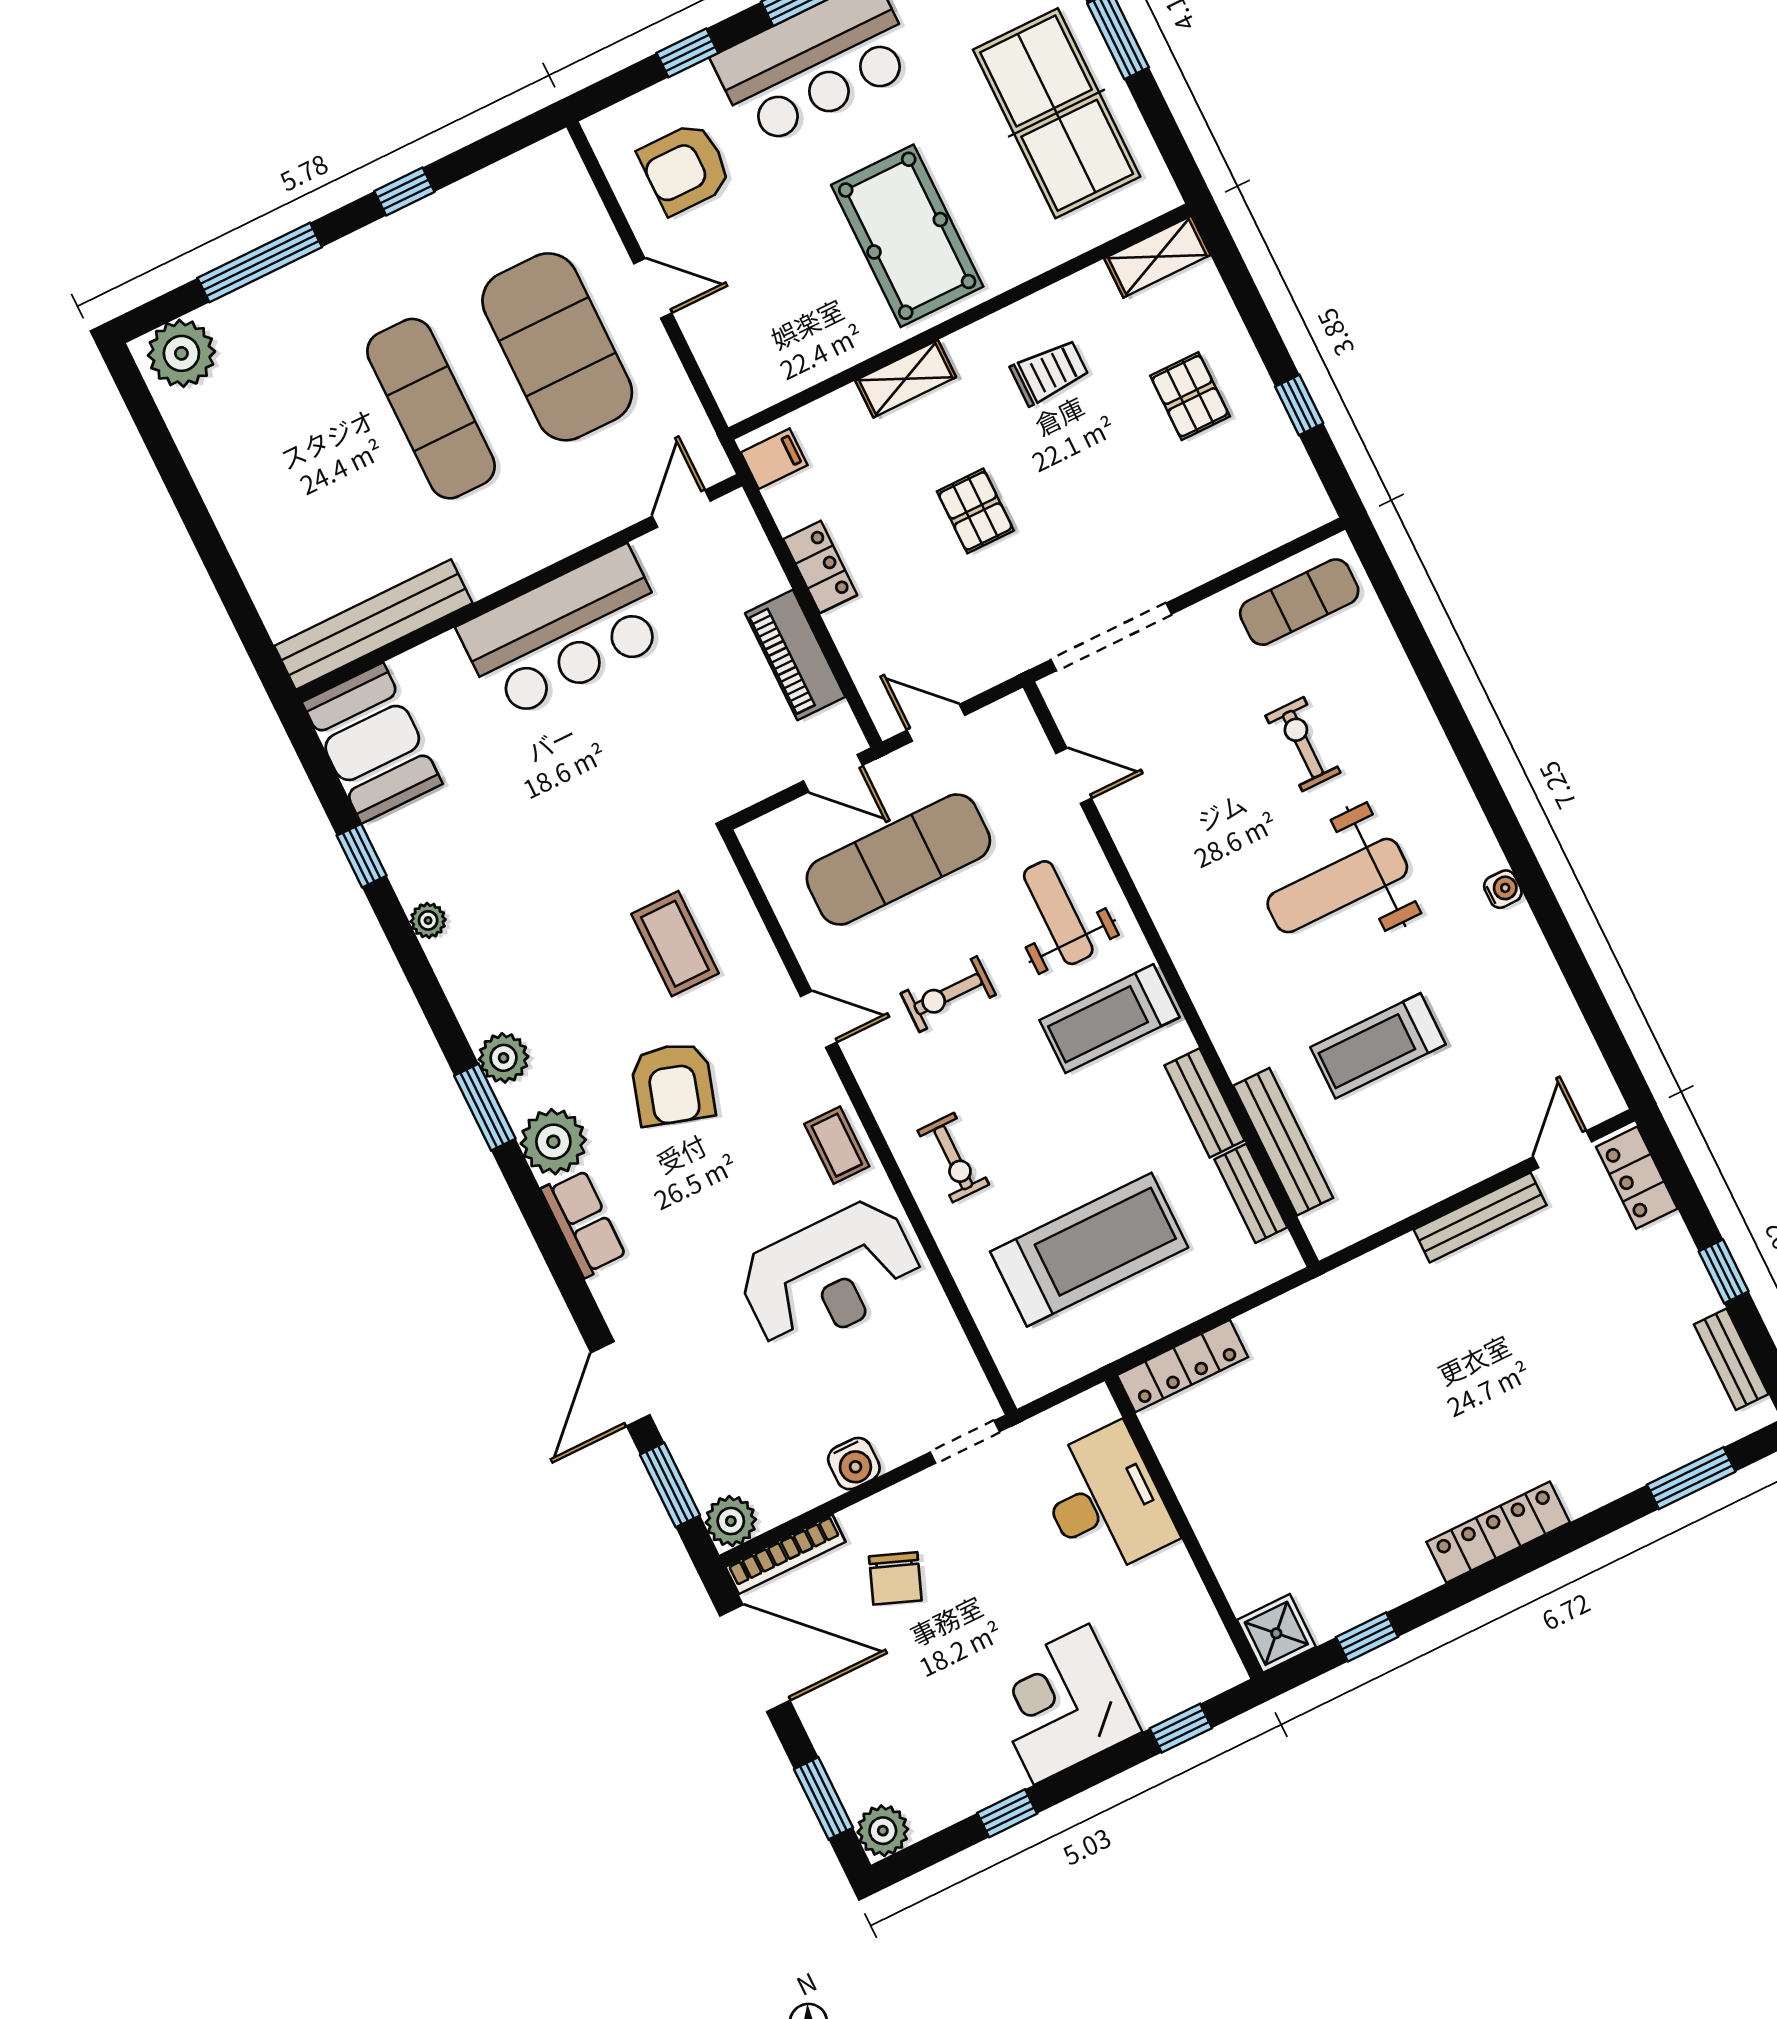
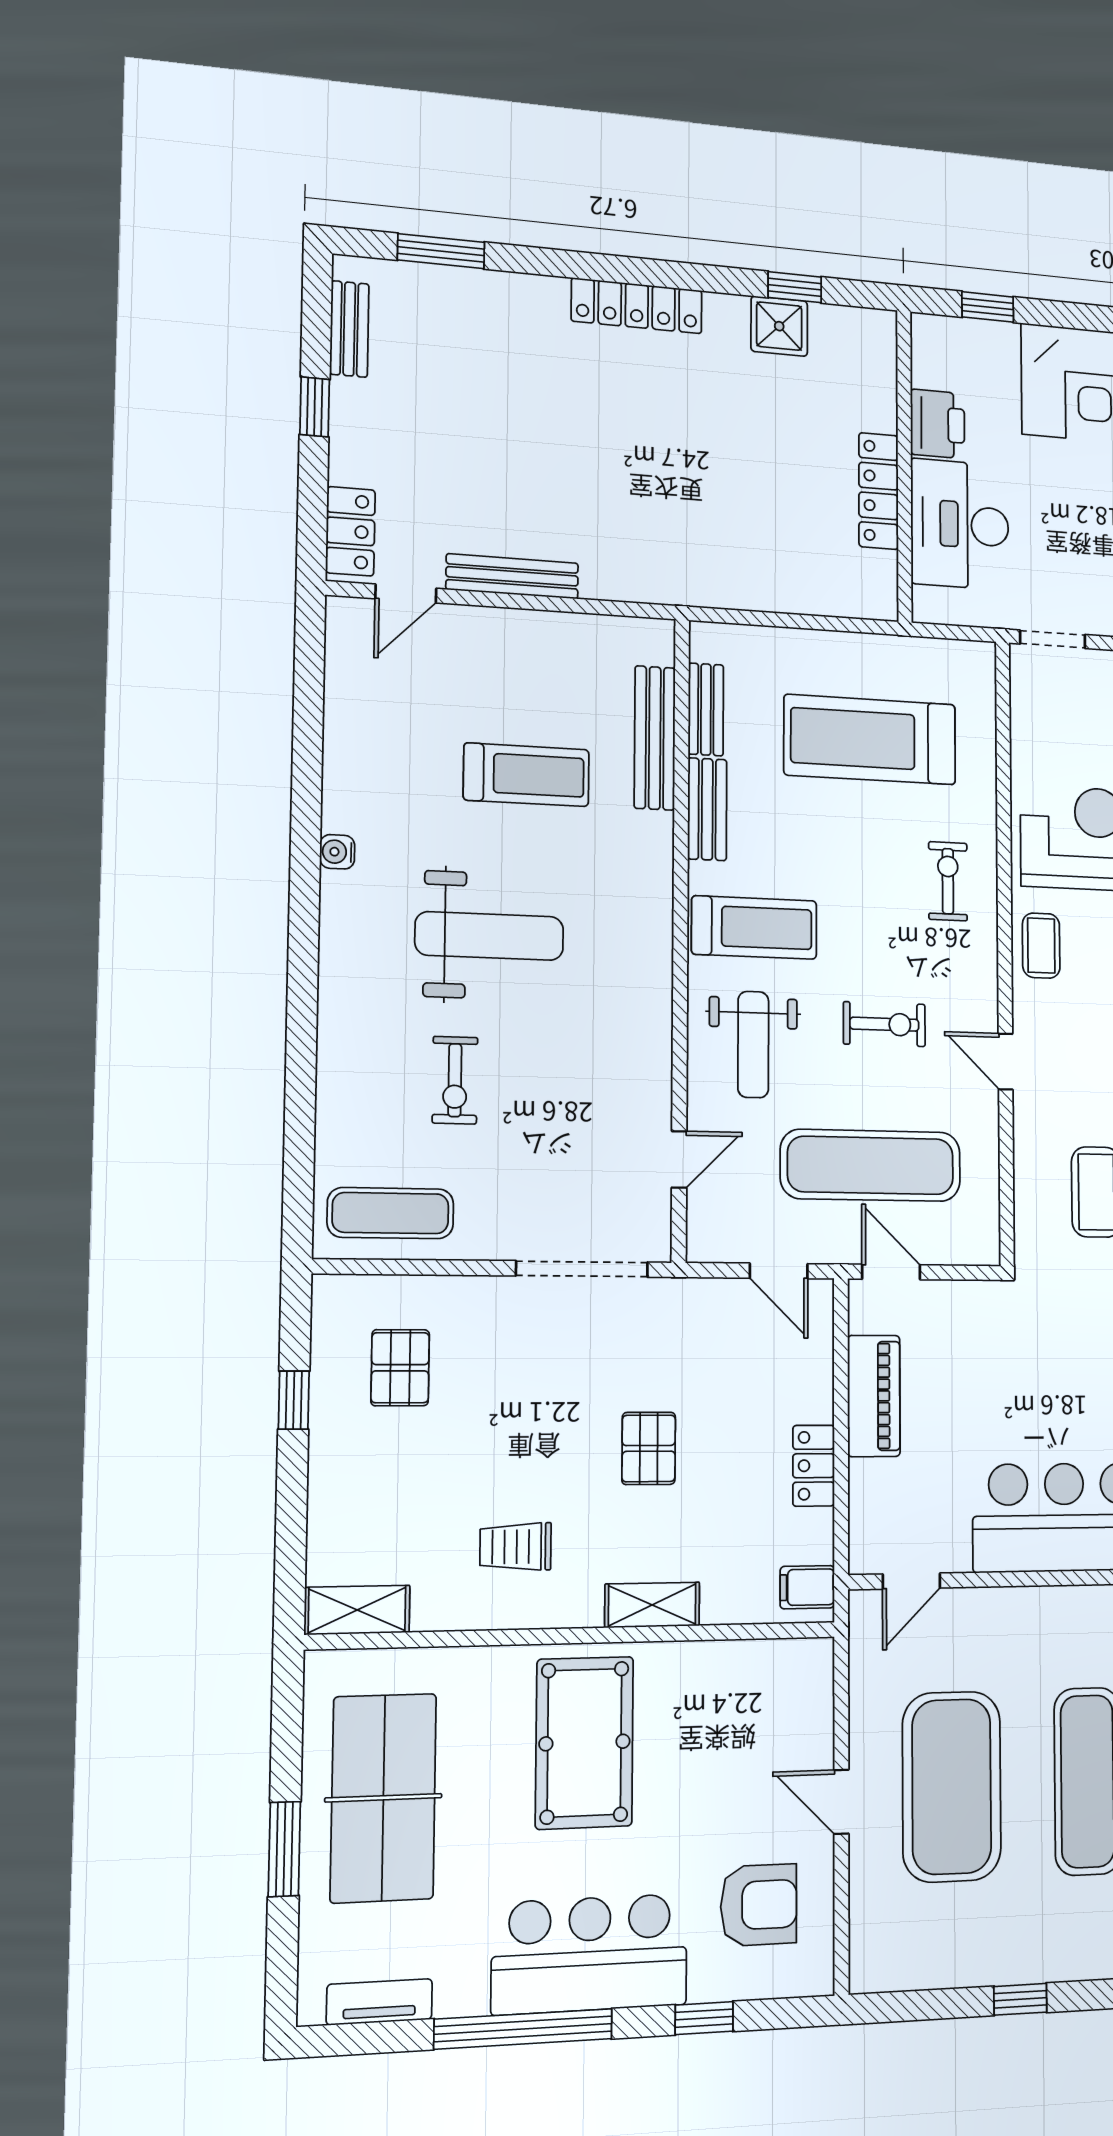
pallet: (1190, 396) -> (400, 1368), moved
door: (1074, 776) -> (679, 1160), swing flipped
locker: (1183, 1366) -> (879, 491), moved, turned -90
printer: (1173, 1586) -> (938, 424), added
shower: (1276, 1633) -> (779, 326), moved

